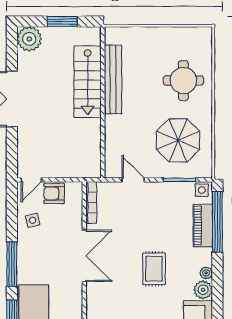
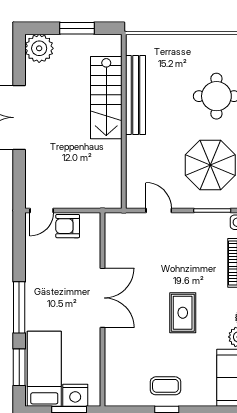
bookcase: (91, 202) -> (111, 236), removed
side table: (33, 220) -> (43, 257), removed

